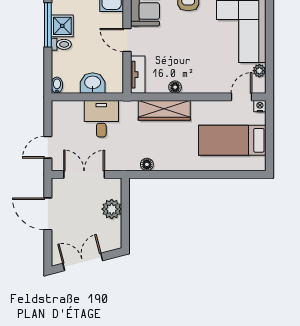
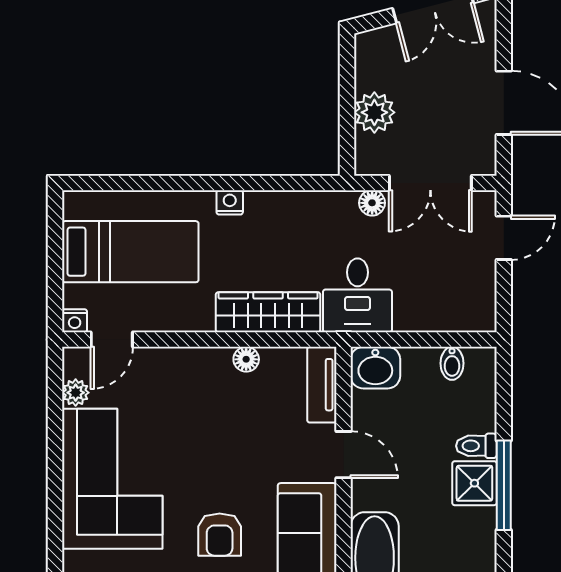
washbasin: (93, 83) -> (375, 368), moved
bidet: (57, 85) -> (452, 363), moved
desk: (101, 119) -> (357, 295), moved
floor lamp: (147, 164) -> (372, 203), moved
nightstand: (183, 165) -> (230, 202), added

